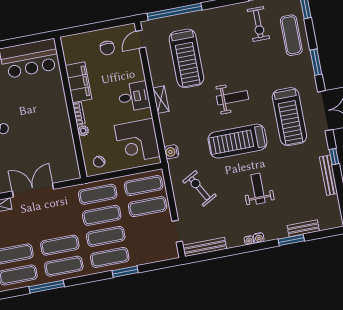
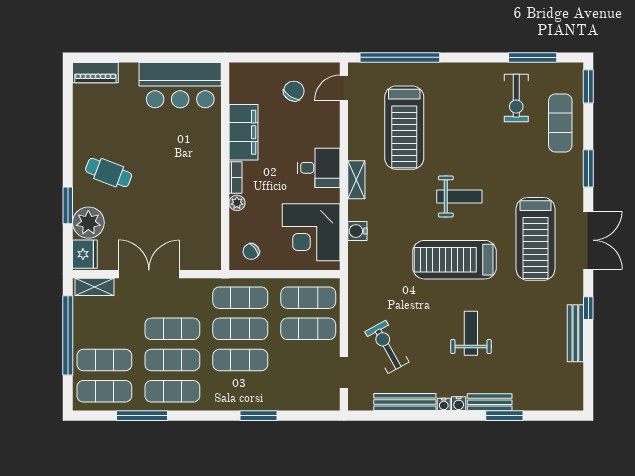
chair: (107, 48) -> (294, 91), turned -148
water cooler: (172, 152) -> (357, 231), moved
exercise bike: (200, 188) -> (387, 347), moved
bench: (303, 228) -> (490, 402), moved
bench: (205, 247) -> (405, 402), moved
exercise mat: (110, 257) -> (172, 329), moved

